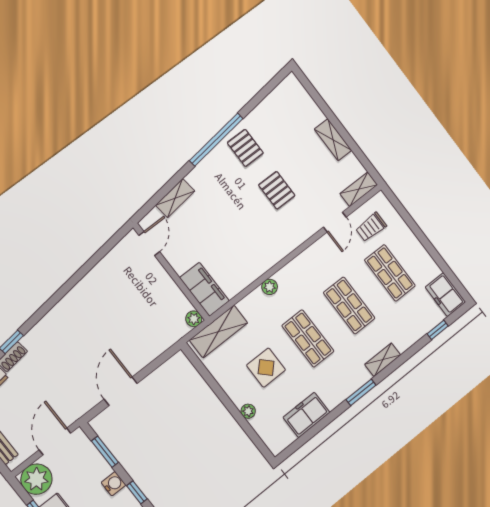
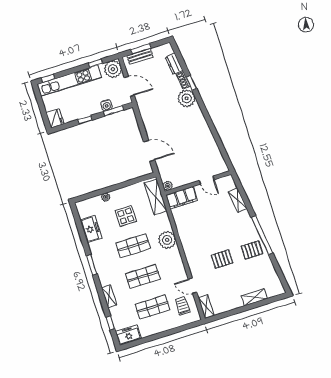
shelving: (333, 140) -> (254, 297), moved
door: (149, 243) -> (207, 180), moved
plant: (270, 287) -> (167, 240), width x1.88, depth x1.88
plant: (40, 340) -> (187, 98), added
shelving: (383, 360) -> (109, 296), moved
door: (121, 391) -> (149, 151), moved
water cooler: (114, 484) -> (106, 105), moved

